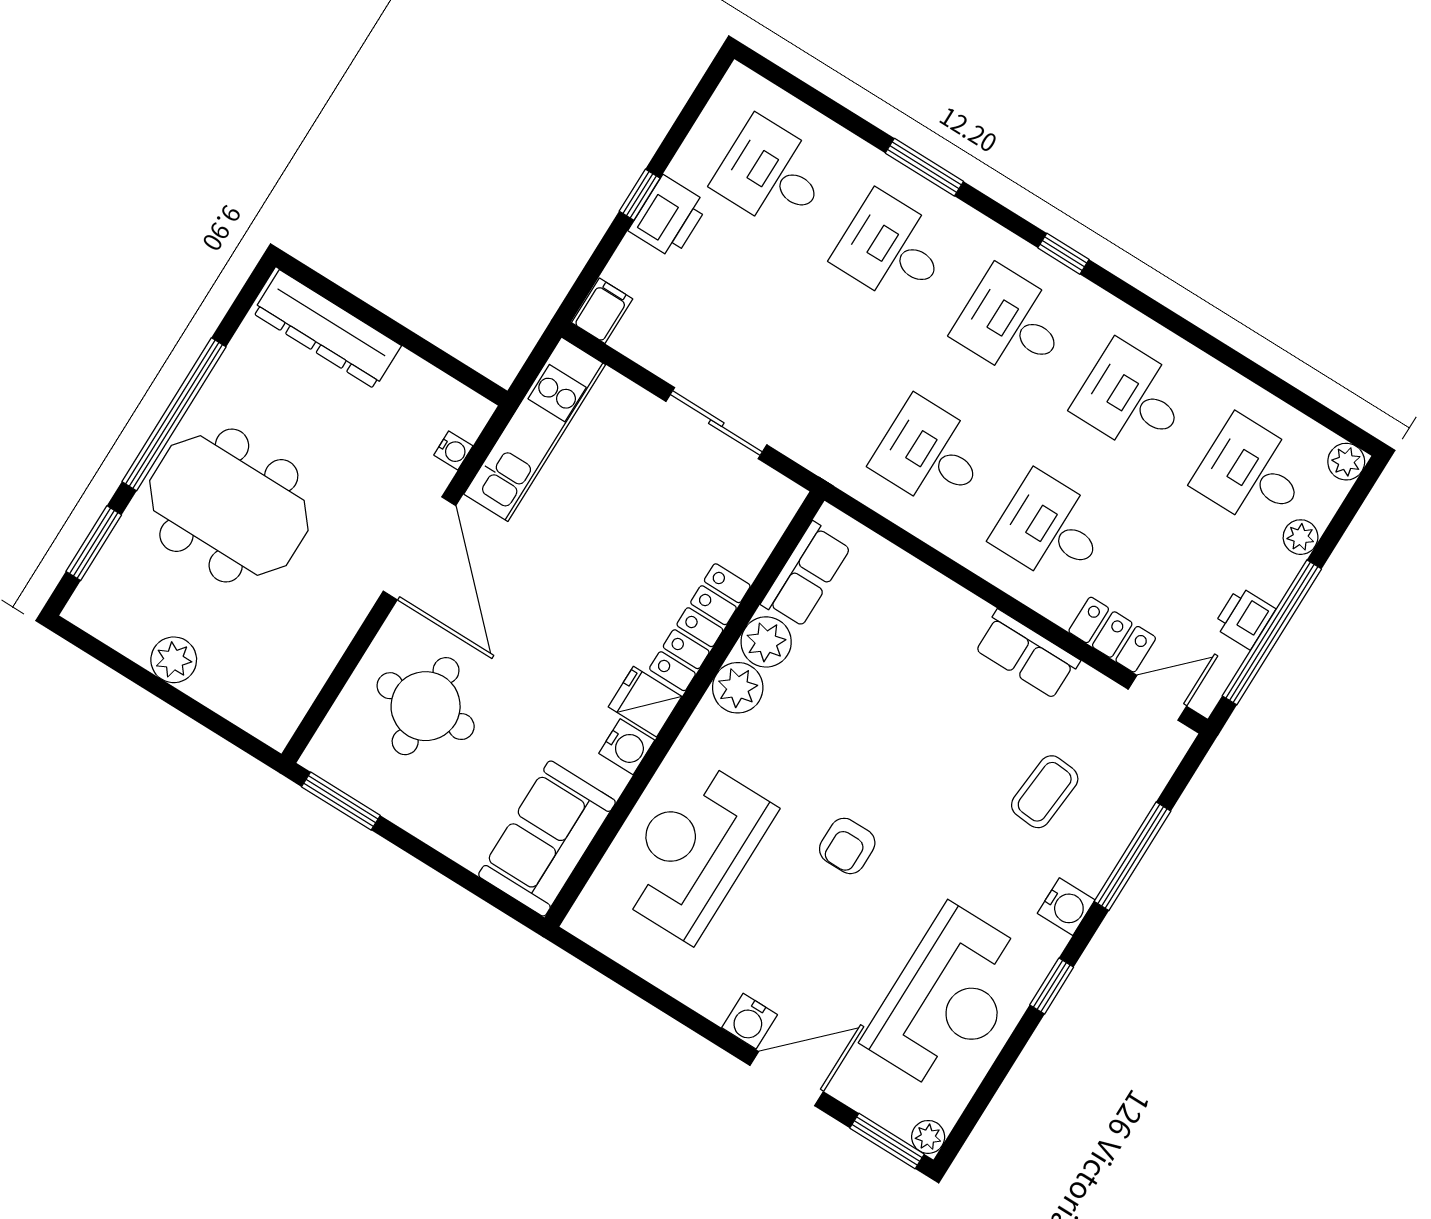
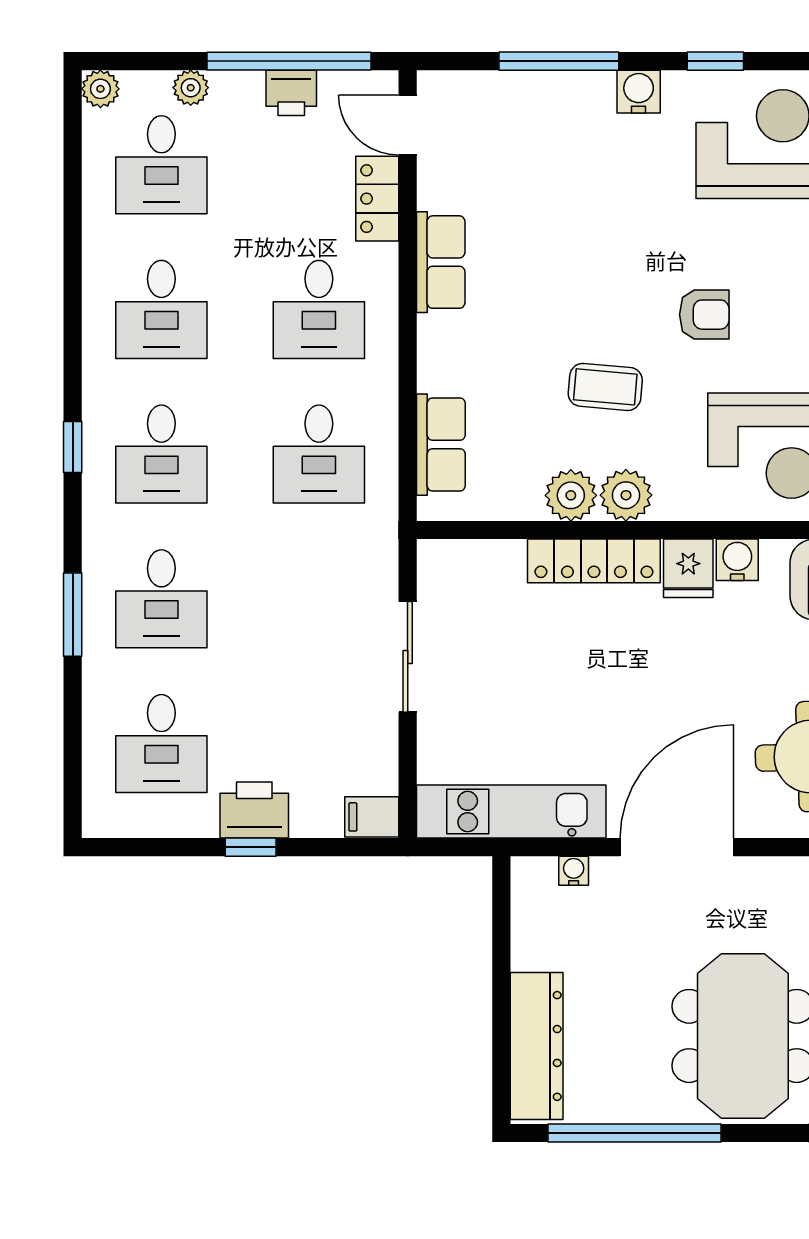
window: (174, 414) -> (635, 1133), moved
row of seats: (806, 575) -> (441, 445), moved, turned 90
coffee table: (1045, 792) -> (605, 387), moved

